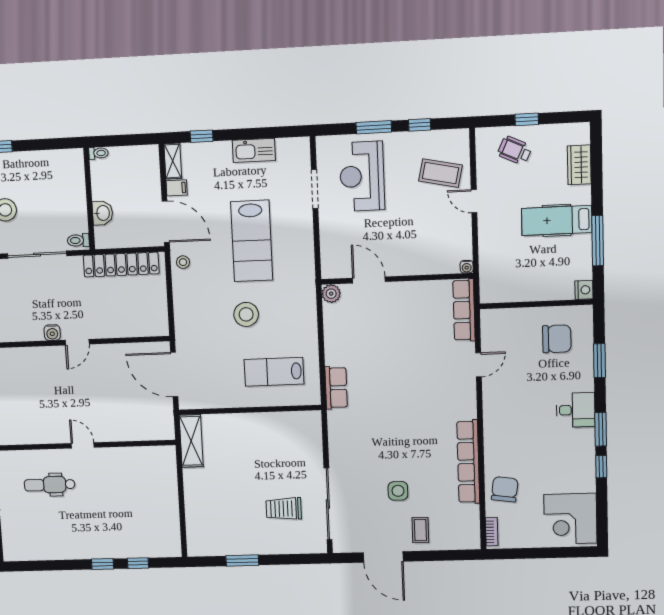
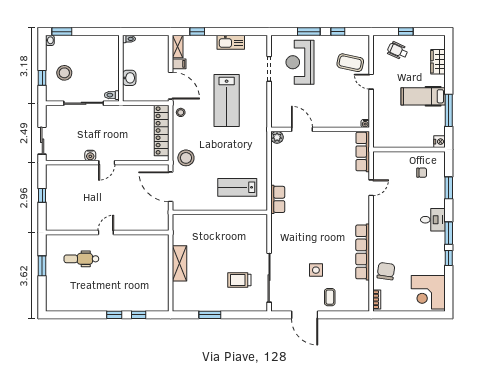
locker: (121, 265) -> (162, 131), moved, turned 90
stool: (246, 314) -> (186, 158), moved
chair: (557, 339) -> (422, 173), width x0.54, depth x0.54
shelving: (191, 441) -> (180, 263), moved
door: (83, 445) -> (106, 232), hinge flipped

